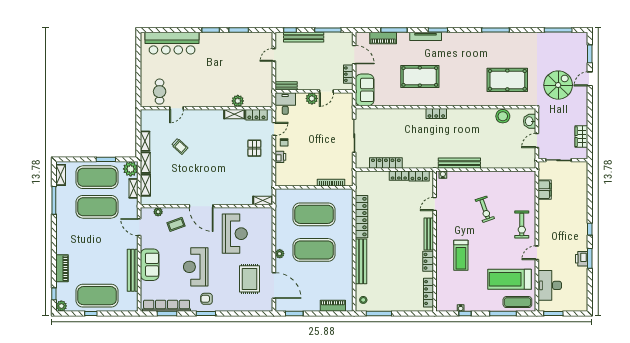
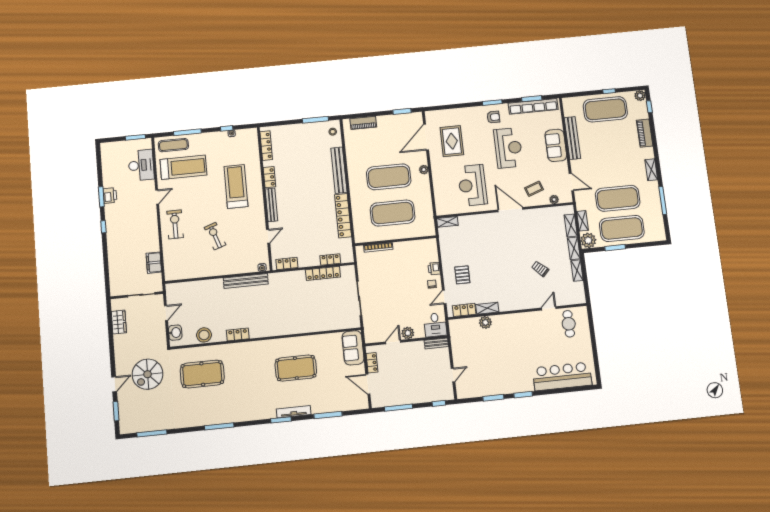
bench: (304, 37) -> (424, 397), removed
piano: (383, 38) -> (339, 405), removed
locker: (436, 113) -> (238, 334), moved
shelving: (61, 175) -> (651, 170), moved
locker: (399, 176) -> (330, 259), moved
treadmill: (461, 255) -> (236, 187), width x1.37, depth x1.38
door: (274, 286) -> (426, 137), hinge flipped

